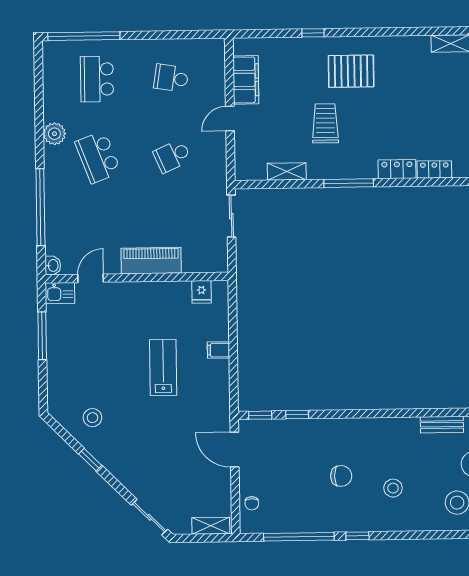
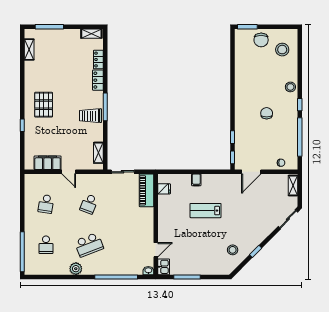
school desk: (97, 79) -> (46, 245), width x0.54
trolley: (325, 123) -> (91, 116), moved
school desk: (172, 156) -> (89, 204), turned 45
shelving: (287, 171) -> (98, 153), moved
piano: (151, 261) -> (146, 190), moved
door: (91, 278) -> (156, 250), swing flipped
bench: (442, 425) -> (239, 57), removed
stool: (393, 488) -> (290, 87), moved

